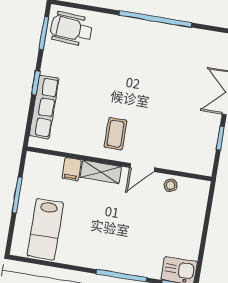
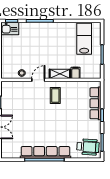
row of seats: (151, 32) -> (45, 152), added

